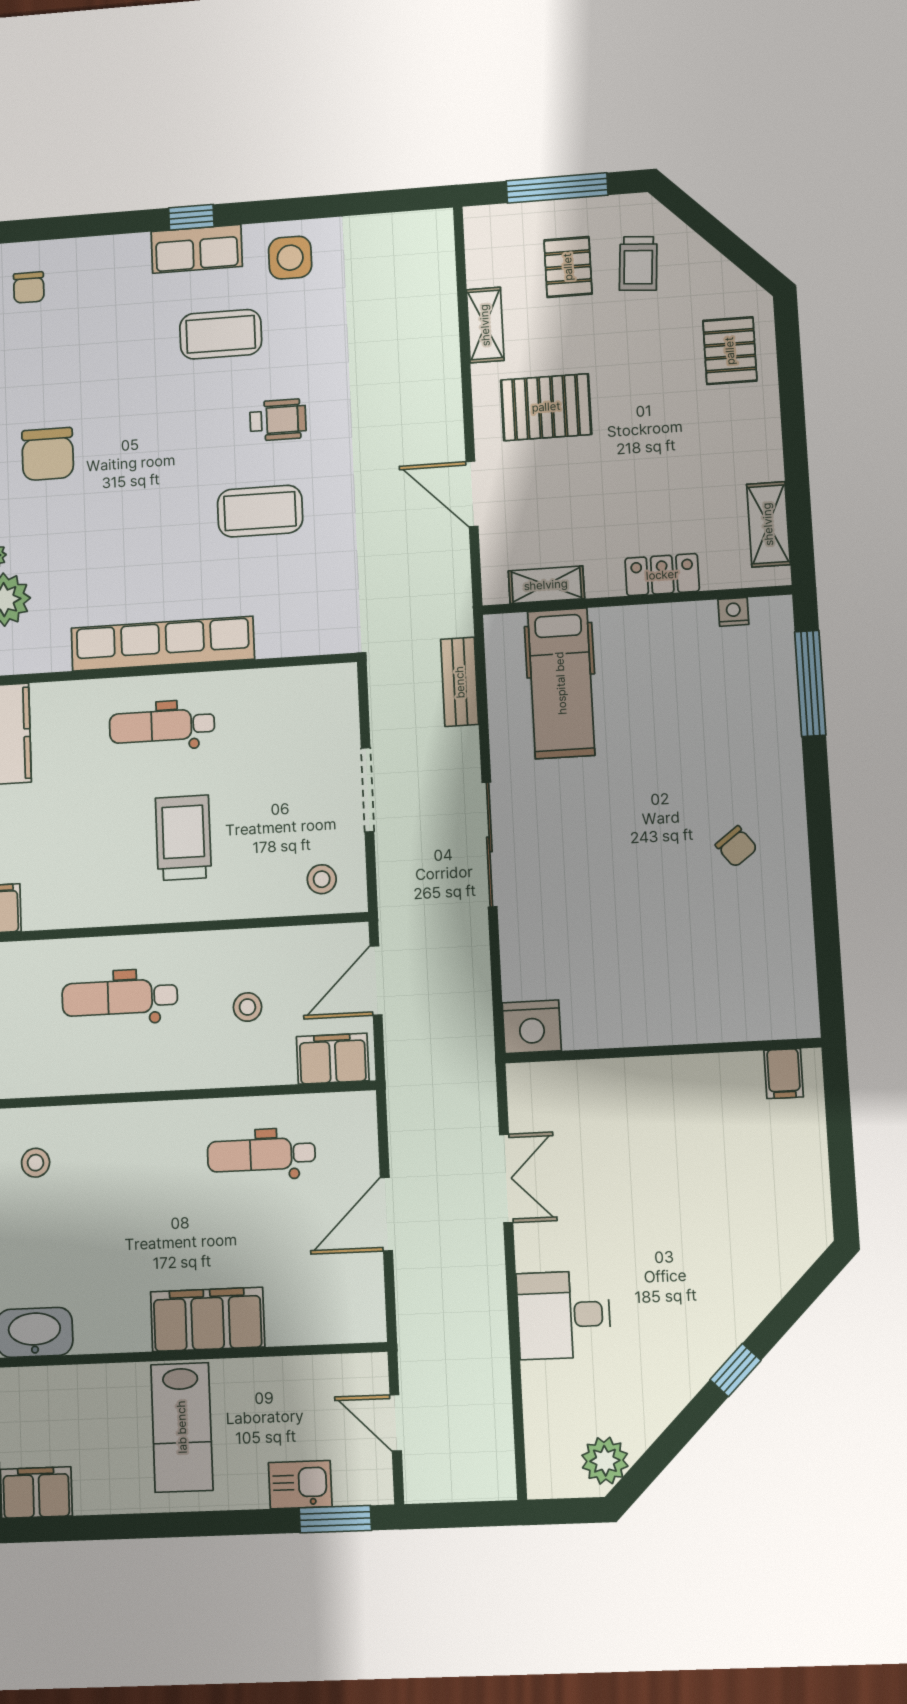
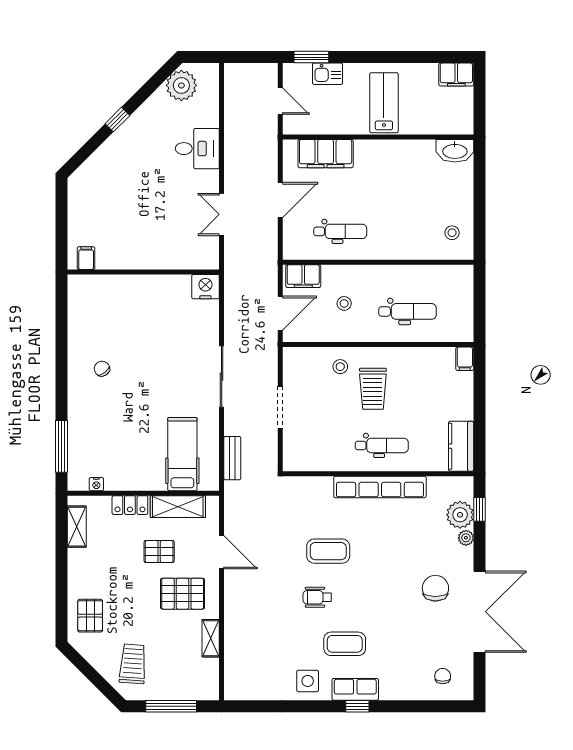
trolley: (638, 263) -> (133, 664), width x1.36, depth x1.39
pallet: (568, 267) -> (159, 552), moved, turned 90
shelving: (546, 585) -> (178, 507), width x1.50, depth x1.33
stool: (322, 879) -> (340, 367), moved
filing cabinet: (208, 1319) -> (326, 154), moved
plant: (605, 1461) -> (181, 85), width x1.36, depth x1.36

